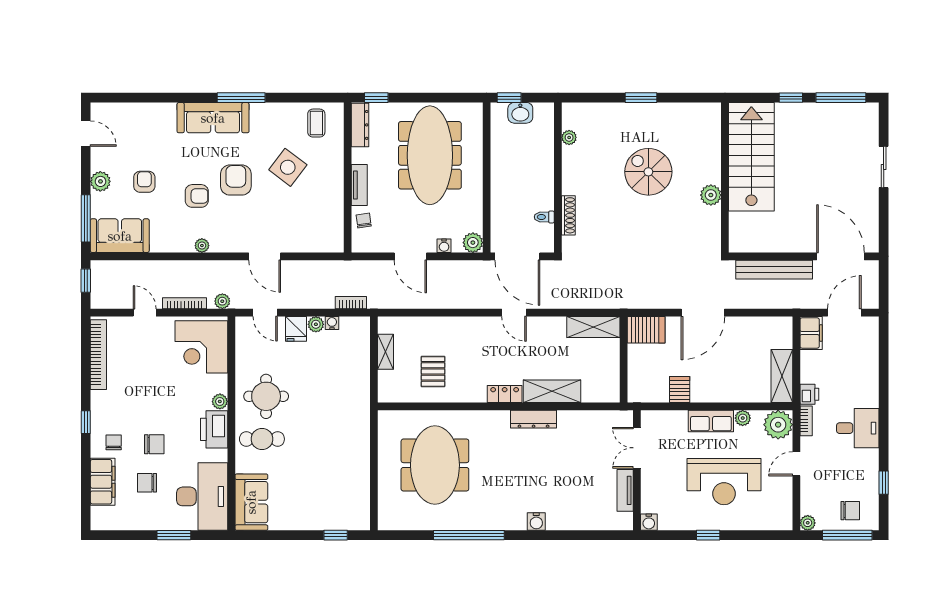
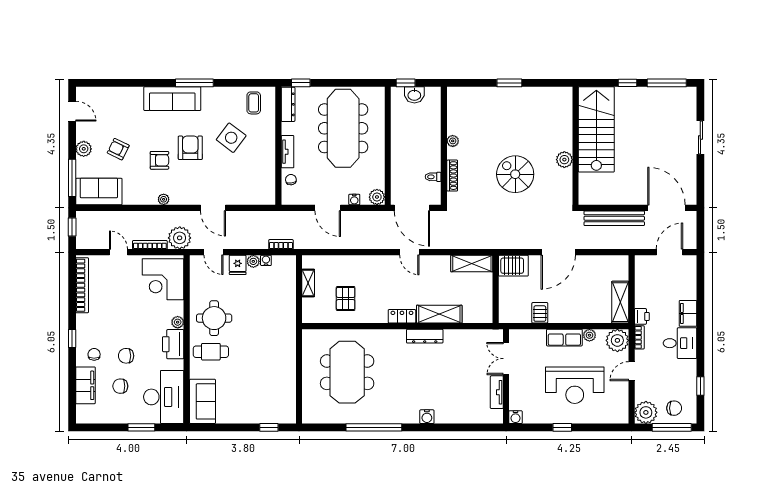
plant: (569, 137) -> (453, 141), moved
spiral stairs: (648, 172) -> (515, 174), moved
armchair: (144, 182) -> (118, 149), turned -64
plant: (222, 301) -> (180, 238), width x1.87, depth x1.87
filing cabinet: (811, 333) -> (688, 313), moved, turned 180
chair: (154, 444) -> (126, 356), turned 180
plant: (808, 523) -> (646, 412), width x1.87, depth x1.87

